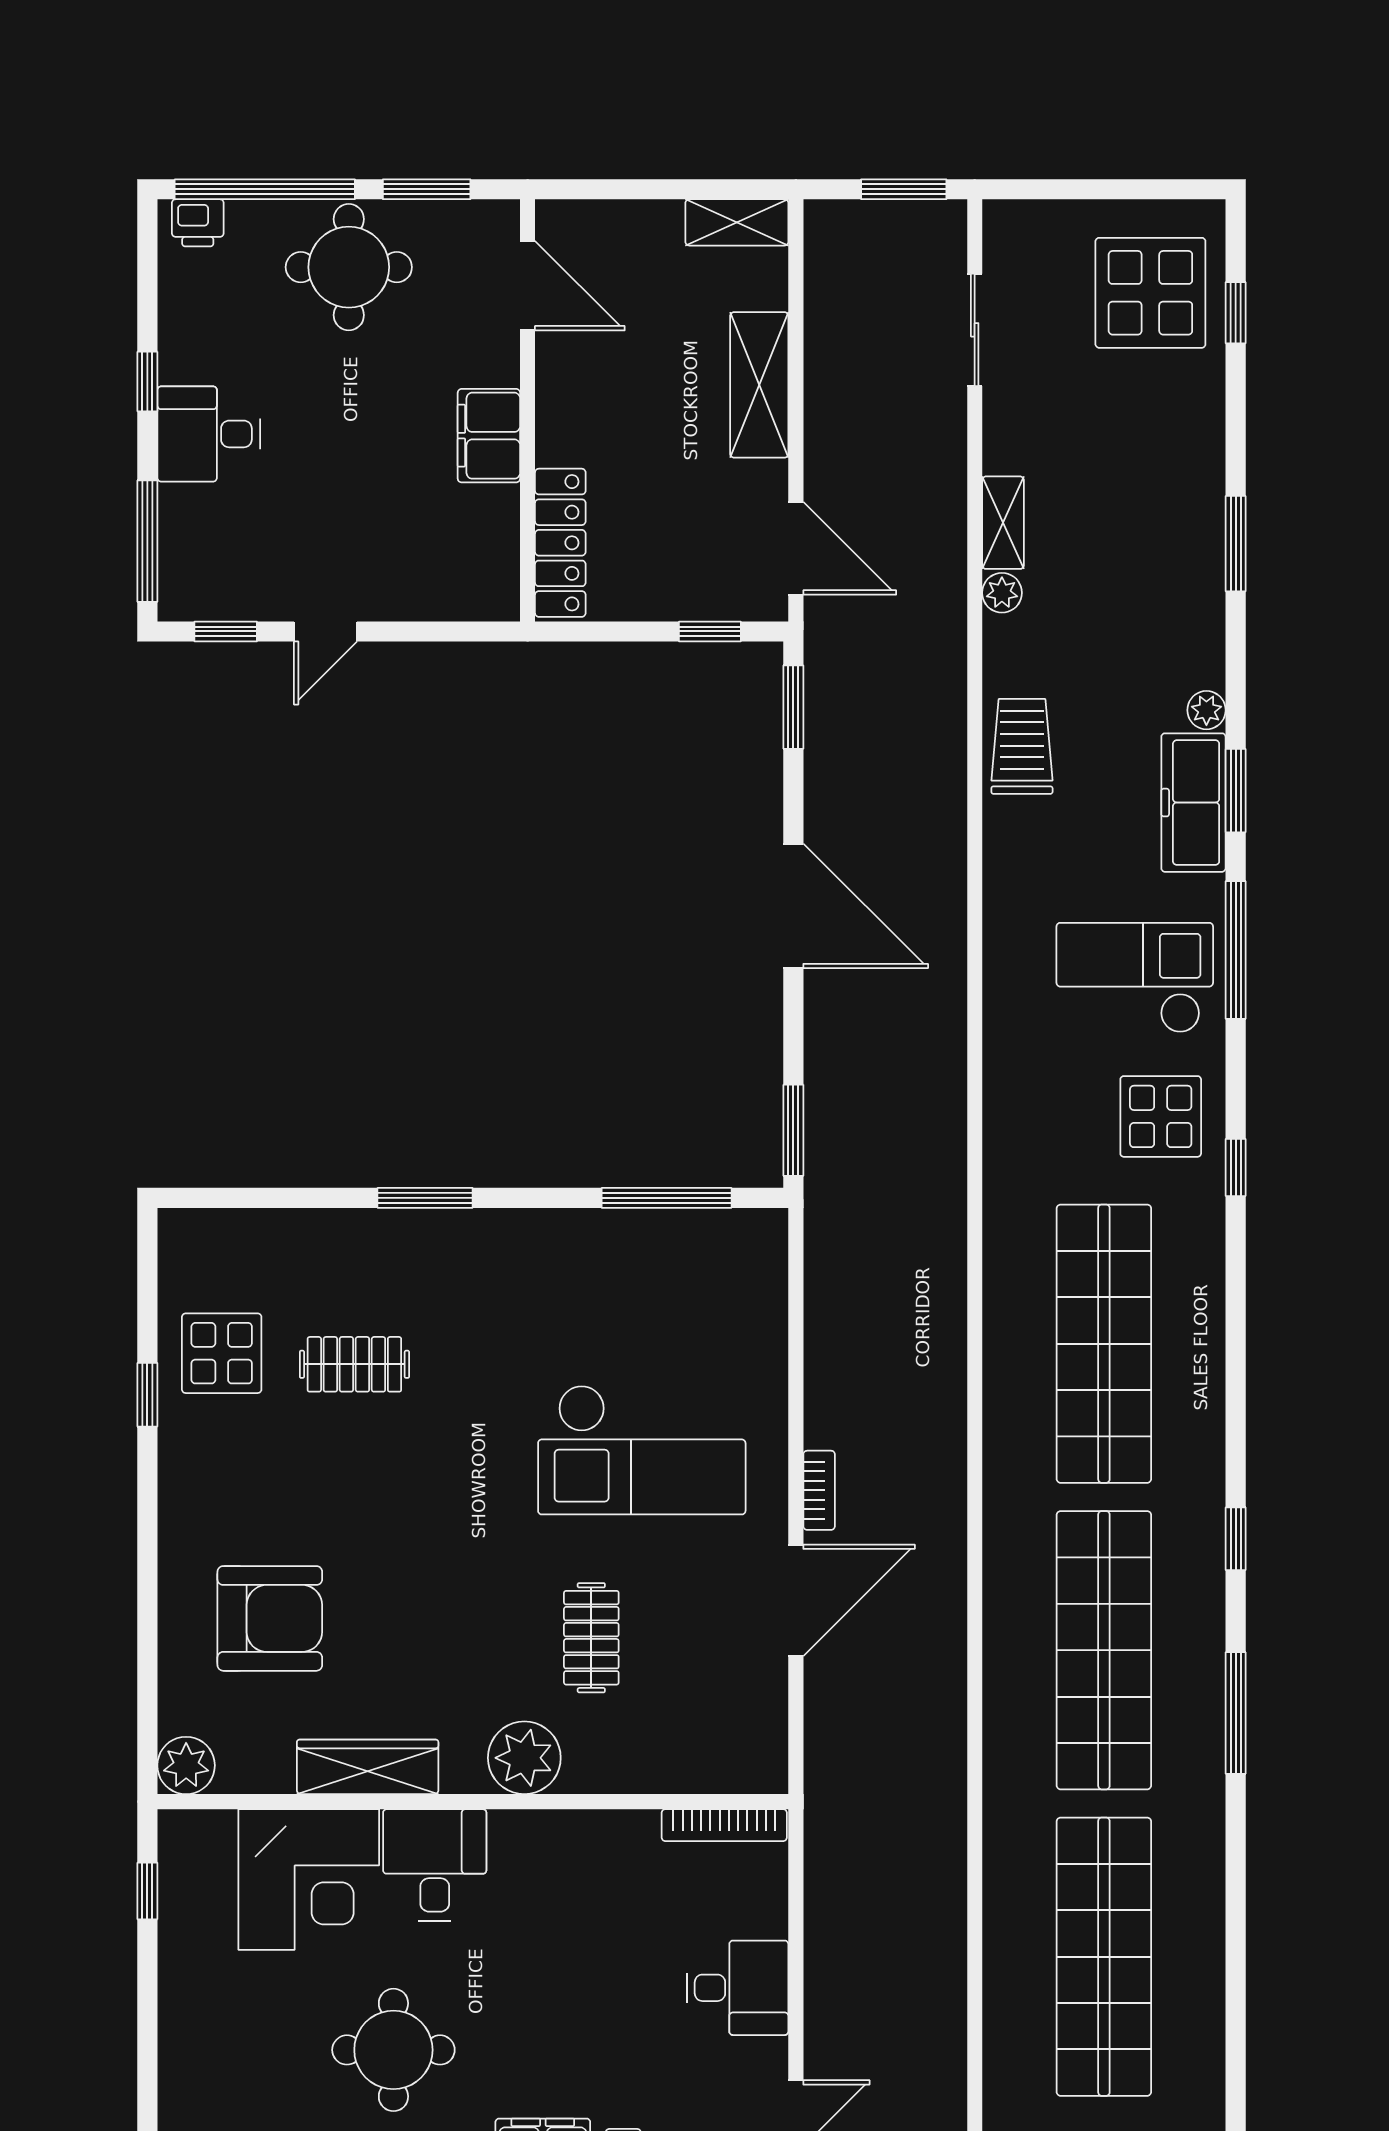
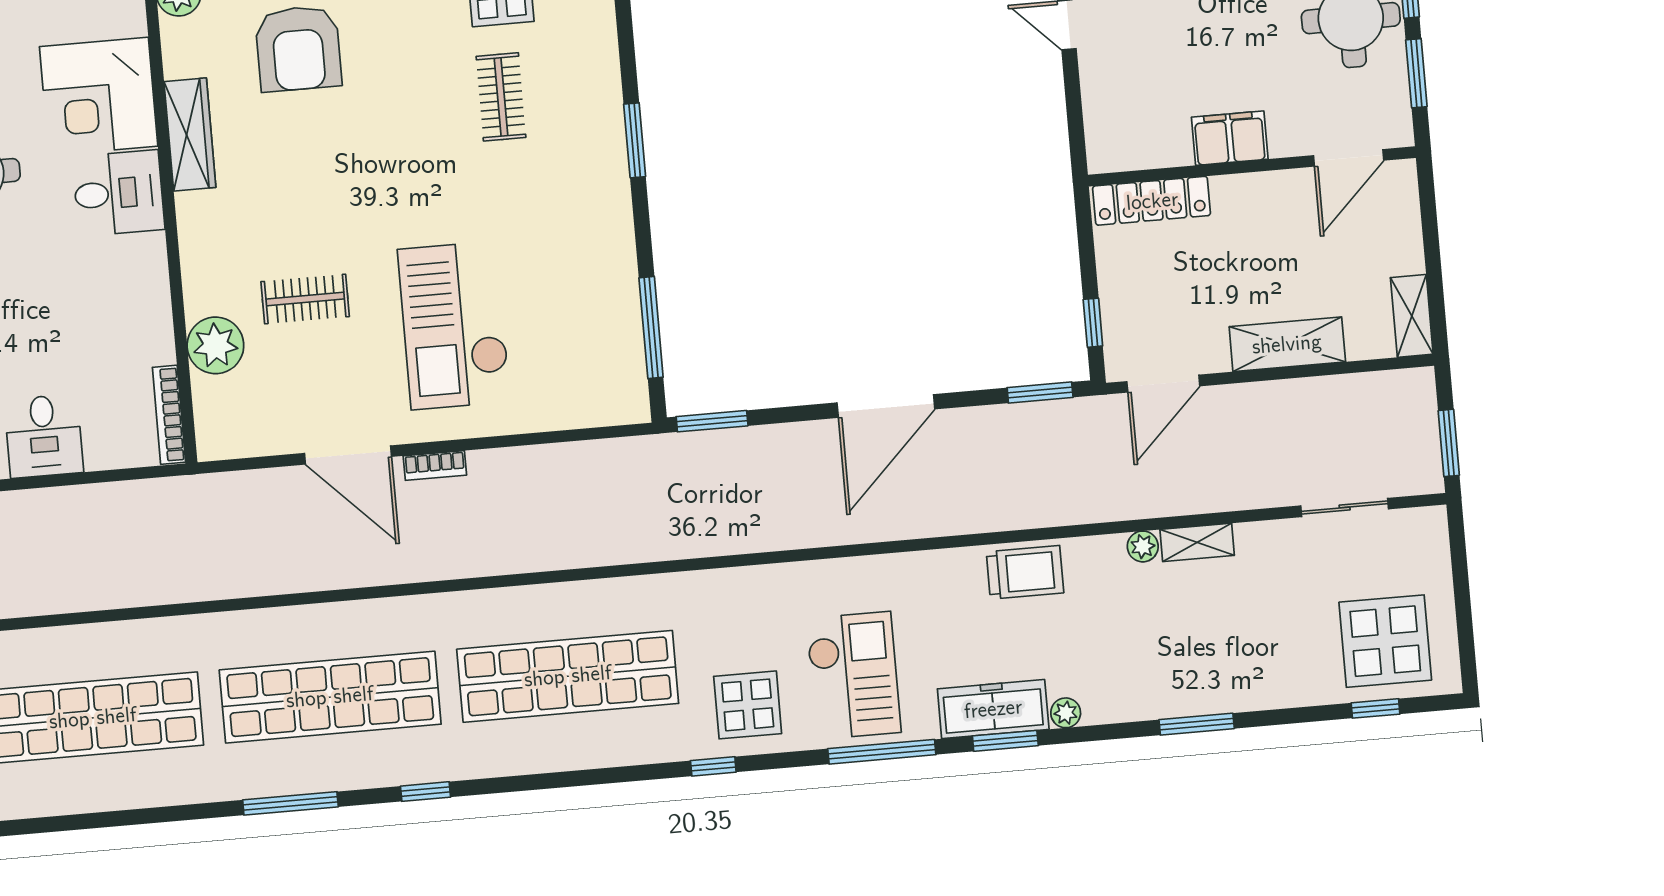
plant: (524, 1758) -> (215, 345), moved

